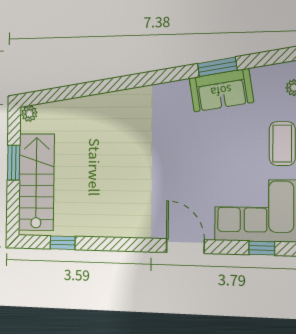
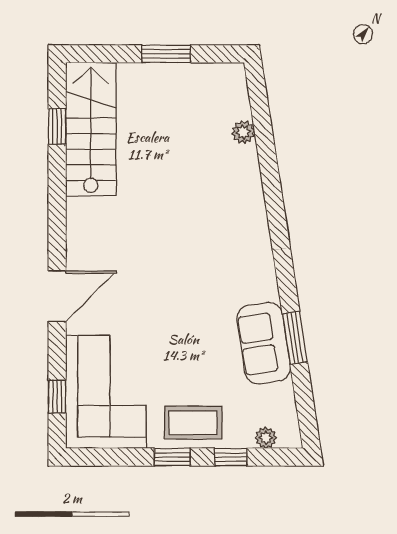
plant: (29, 114) -> (243, 132), moved
stairs: (36, 182) -> (91, 129), moved, turned -90

